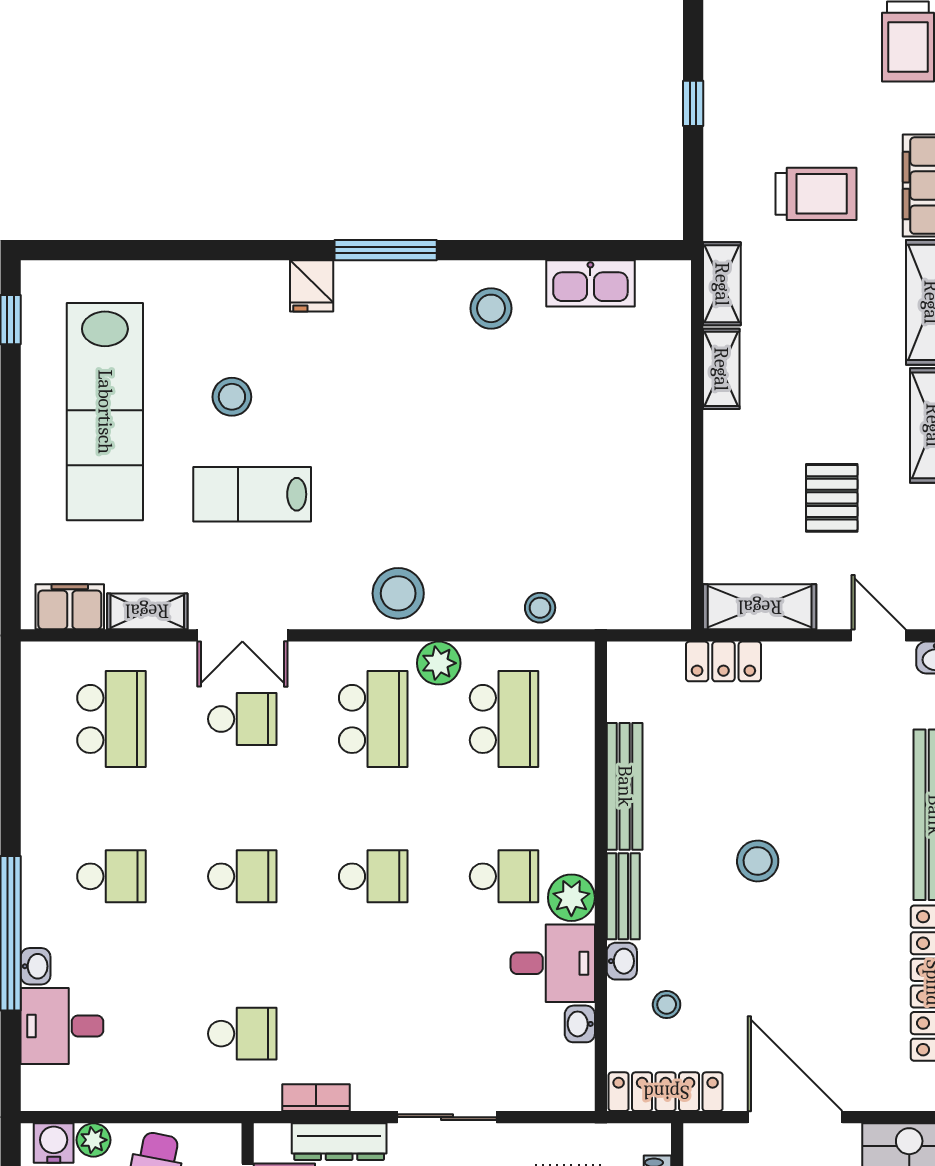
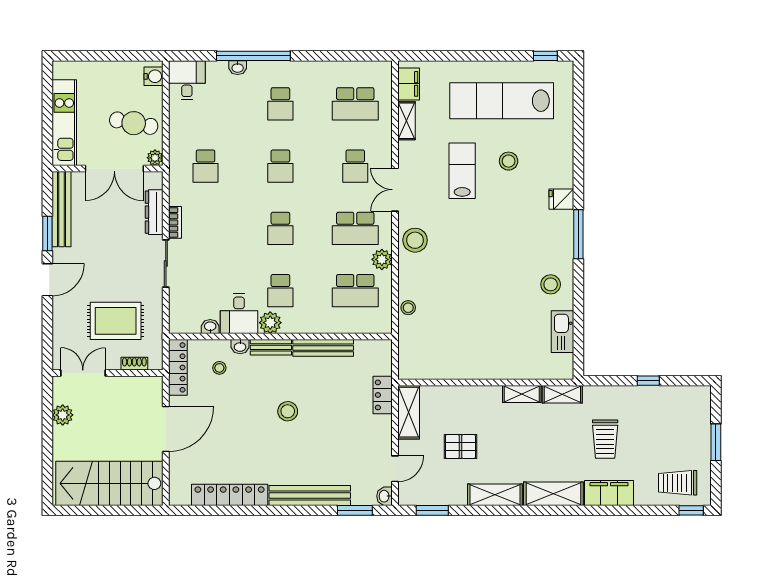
double door: (242, 635) -> (395, 190), moved
desk: (62, 1026) -> (187, 80), moved
bookcase: (316, 1098) -> (175, 222), moved
plant: (94, 1140) -> (155, 158), moved

